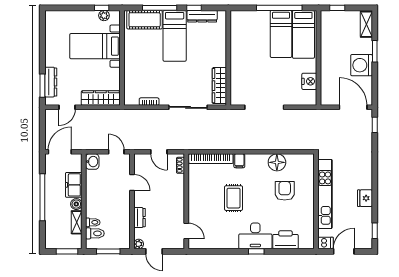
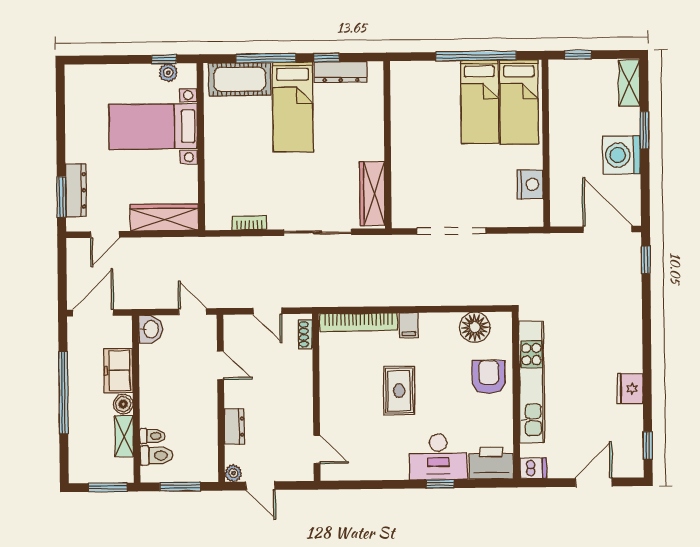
kitchen unit: (325, 194) -> (532, 382), moved
wall: (316, 201) -> (516, 395), moved
dishwasher: (326, 243) -> (533, 468), moved

